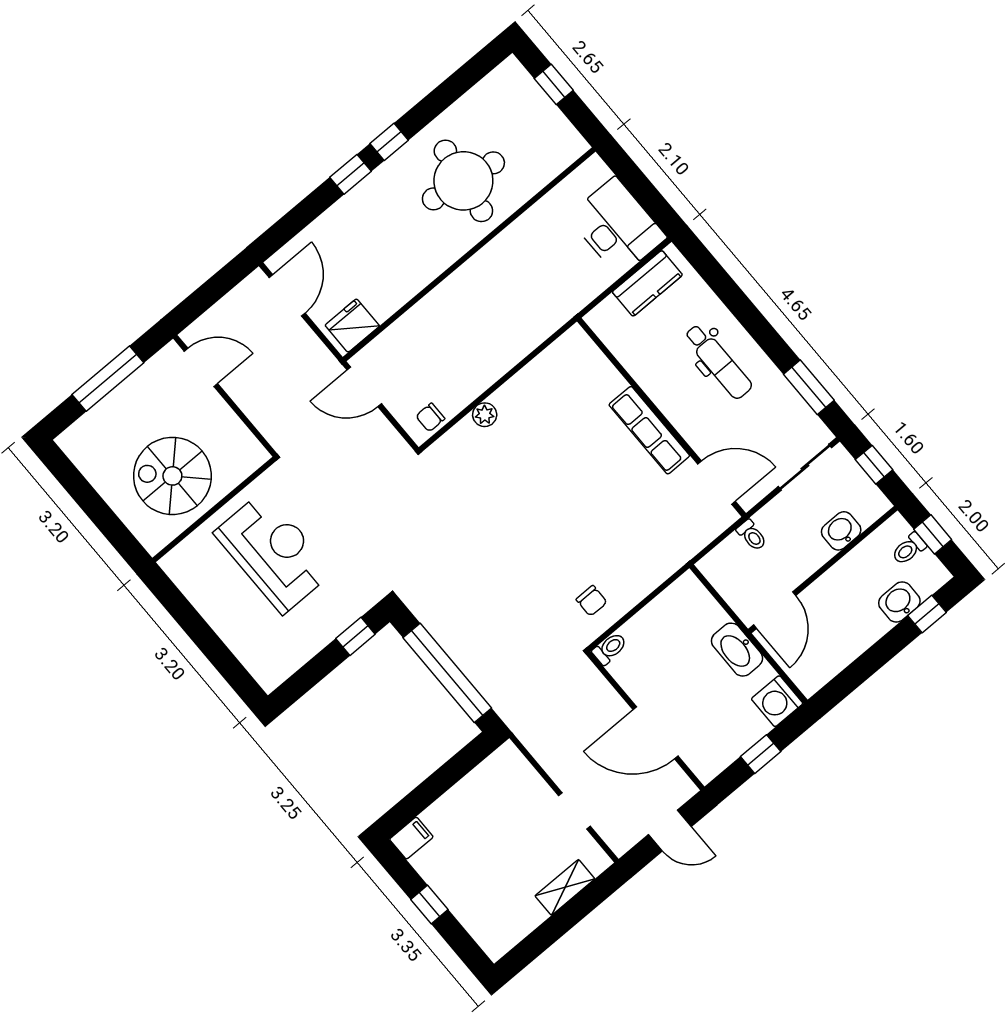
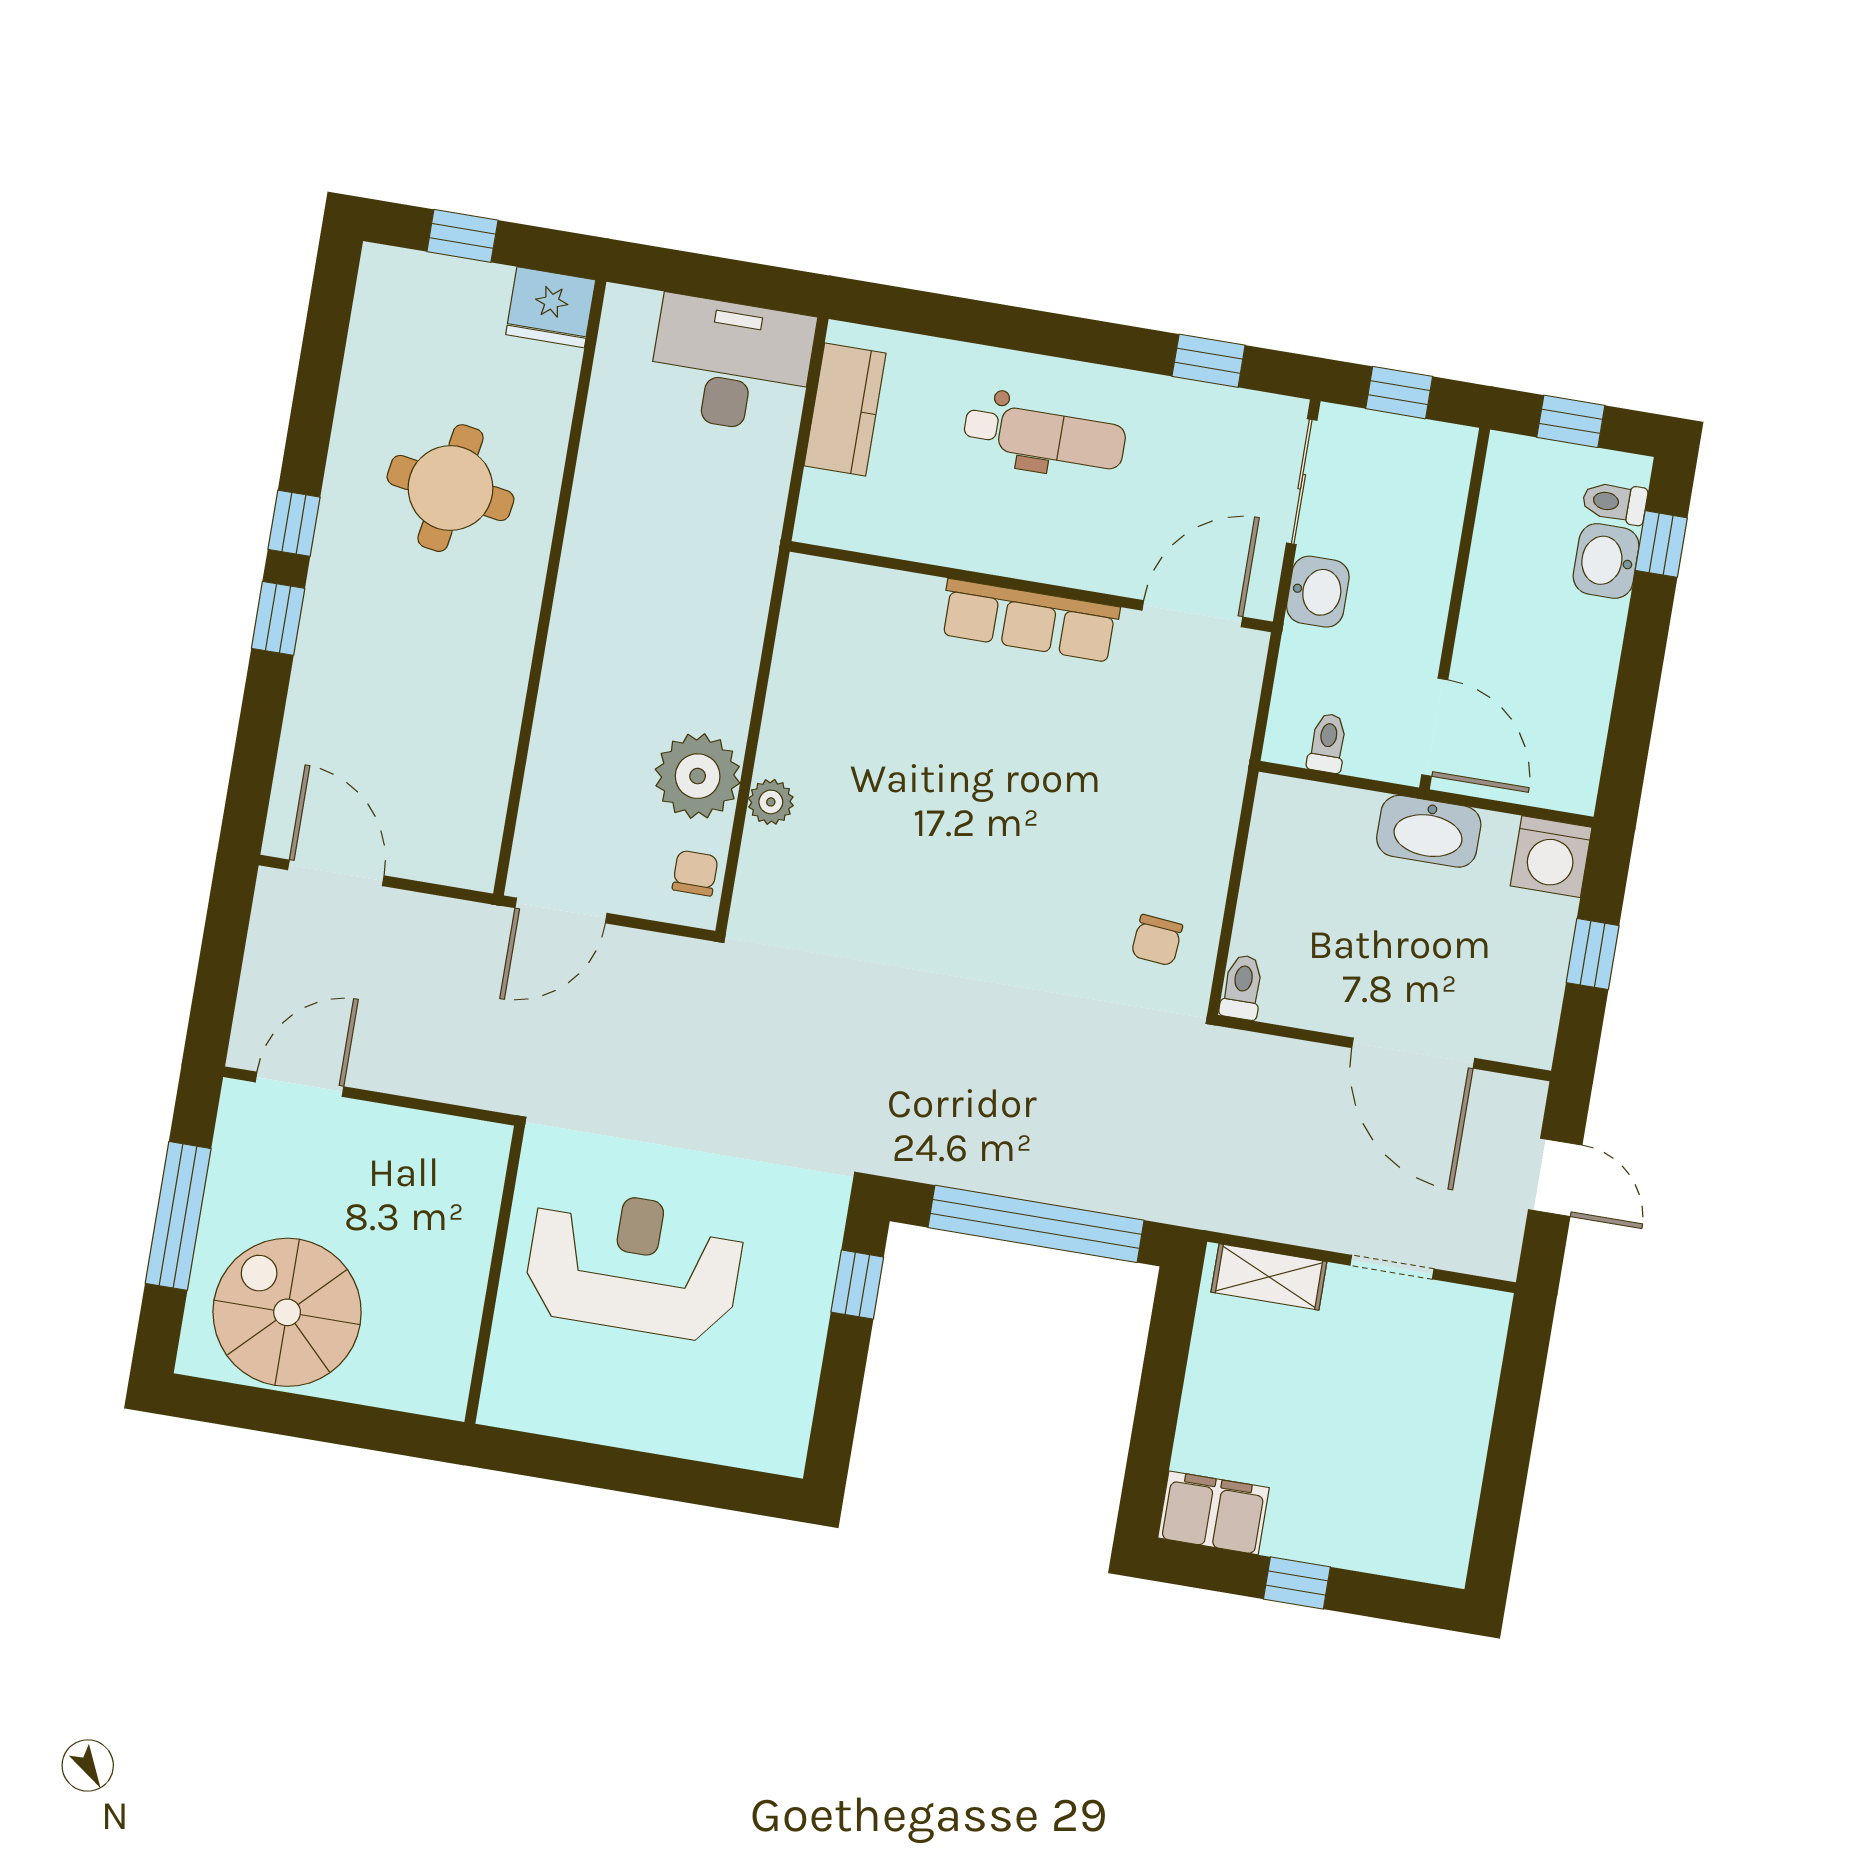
round table: (463, 181) -> (450, 488), width x0.73, depth x0.73
fridge: (352, 326) -> (551, 307), moved, turned -90
plant: (464, 380) -> (698, 776), added
window: (809, 387) -> (1209, 361), width x0.67
chair: (430, 417) -> (695, 873), turned 180
spiral stairs: (172, 476) -> (287, 1312), moved, turned 90
washbasin: (841, 531) -> (1318, 592), moved, turned 180
toilet: (752, 535) -> (1327, 743), moved, turned -90
toilet: (909, 549) -> (1615, 502), moved, turned 90
chair: (592, 601) -> (1157, 940), turned 95
door: (655, 733) -> (1413, 1053), hinge flipped
door: (670, 830) -> (1555, 1177), hinge flipped
filing cabinet: (411, 838) -> (1214, 1513), width x2.00
shelving: (565, 887) -> (1269, 1277), moved, turned 90

